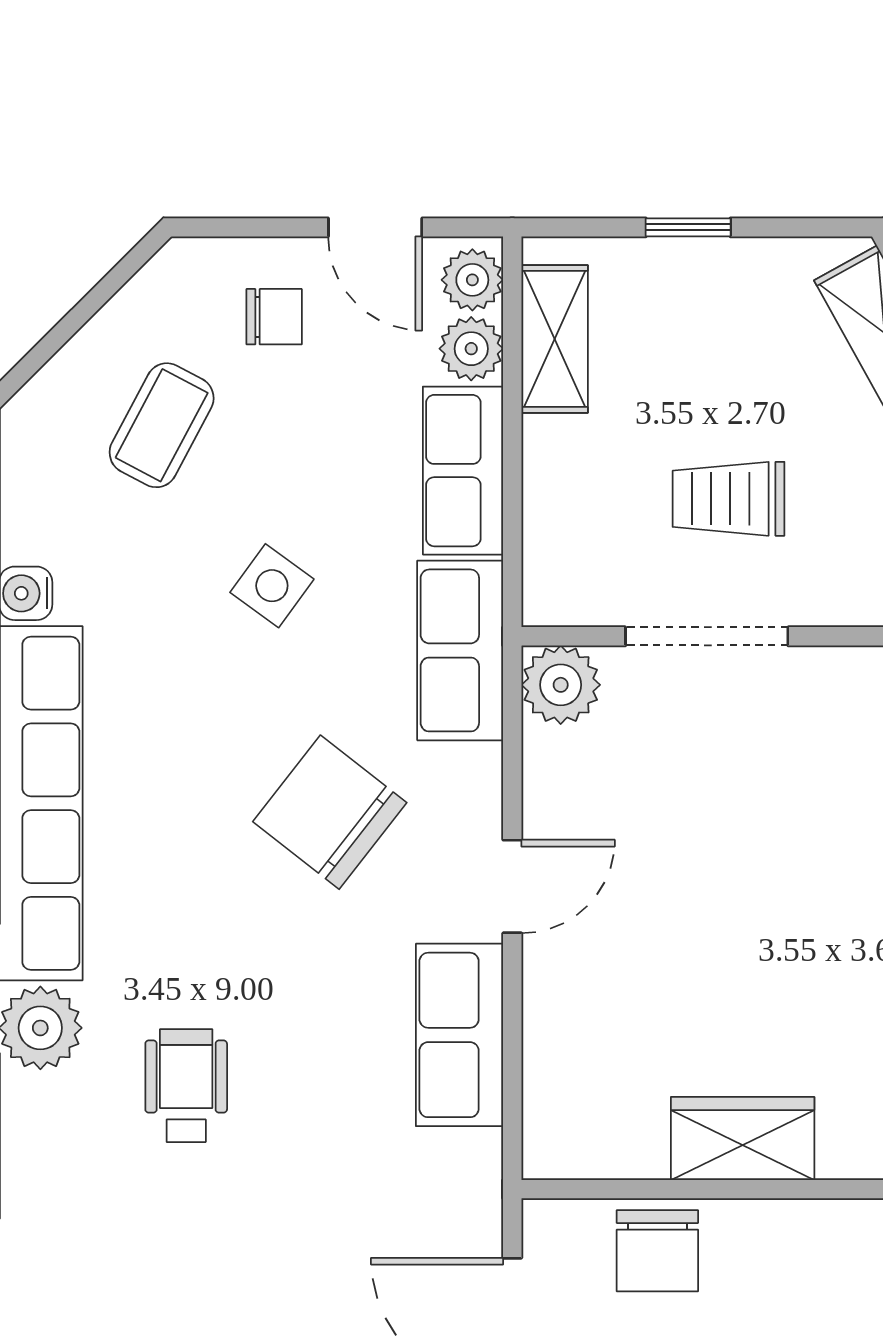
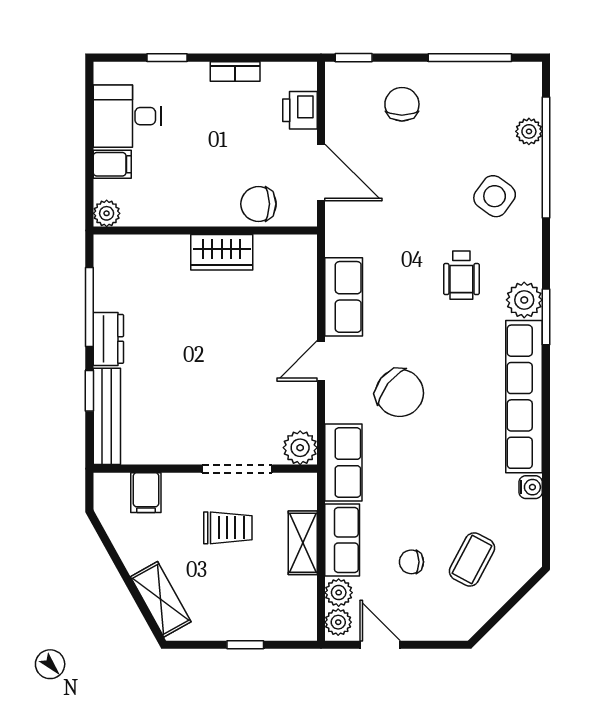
chair: (274, 317) -> (411, 562), moved
shelving: (555, 339) -> (303, 543), moved
side table: (272, 586) -> (495, 196), moved, width x1.37, depth x1.37
chair: (657, 1251) -> (258, 204), turned -90

